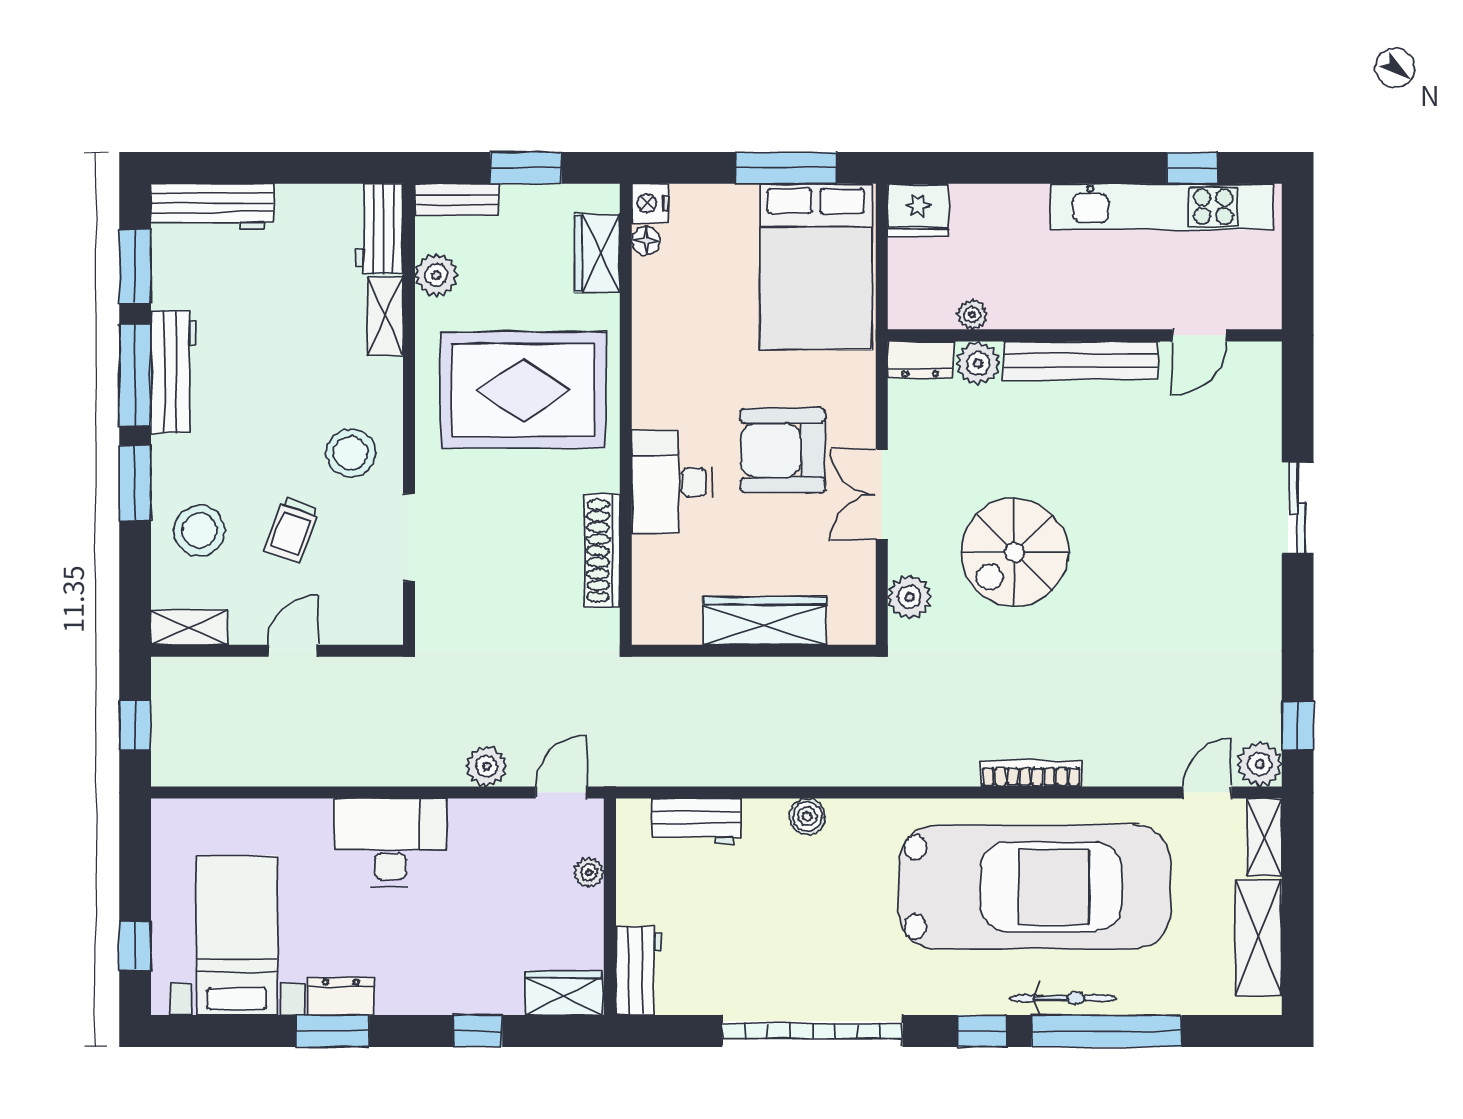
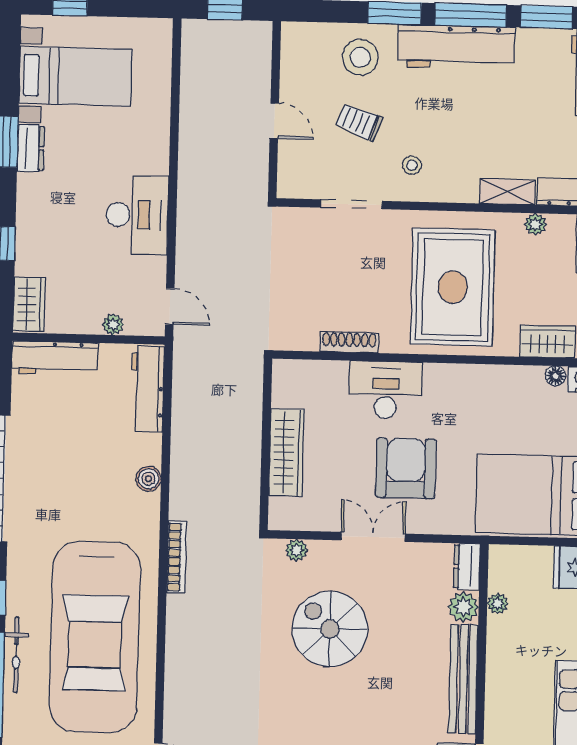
plant: (436, 275) -> (535, 224), width x0.73, depth x0.73
workbench: (174, 372) -> (456, 47), width x1.36, depth x1.32
stool: (351, 453) -> (412, 165), width x0.53, depth x0.53
shoe rack: (602, 551) -> (349, 342), width x0.74, depth x0.81
plant: (909, 597) -> (297, 550), width x0.73, depth x0.73
shelving: (189, 627) -> (292, 49), removed
plant: (487, 766) -> (190, 255), removed
bookcase: (1031, 774) -> (176, 557), moved
workbench: (696, 821) -> (147, 389), width x1.37
desk: (390, 843) -> (137, 215), moved
workbench: (639, 971) -> (55, 358), width x1.38

